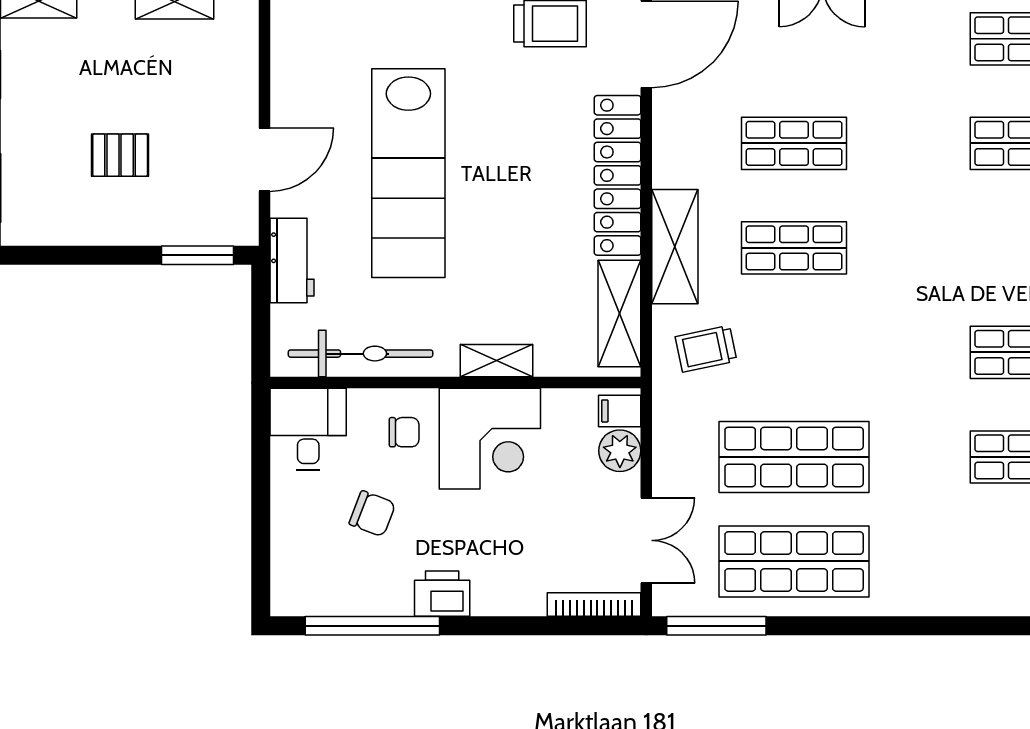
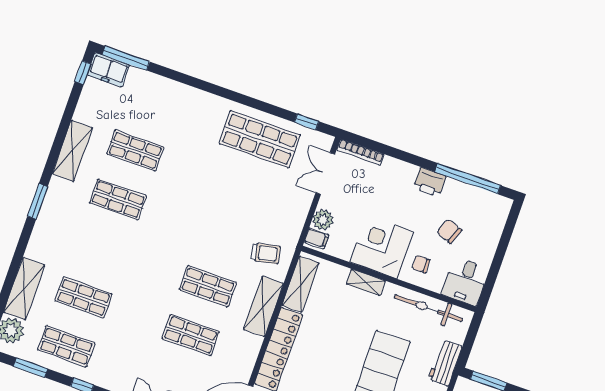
shop shelf: (794, 457) -> (242, 188), removed
window: (716, 626) -> (307, 122), width x0.46

